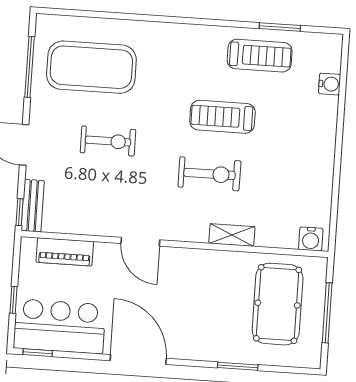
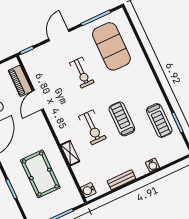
water cooler: (330, 84) -> (152, 165), moved
bench: (33, 206) -> (121, 180), moved
door: (140, 242) -> (38, 100), moved
pool table: (278, 304) -> (40, 174), moved, turned 90

